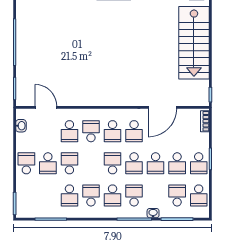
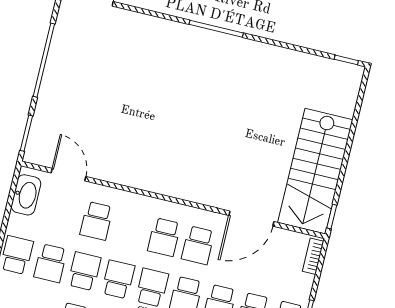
stairs: (194, 43) -> (315, 171), moved
washbasin: (21, 126) -> (26, 195), width x1.91, depth x1.45
school desk: (91, 131) -> (118, 279), moved

